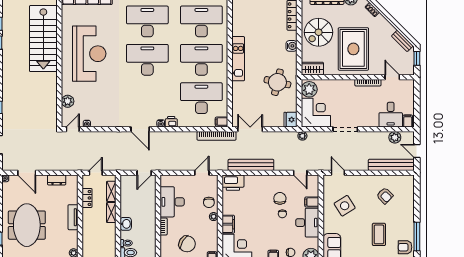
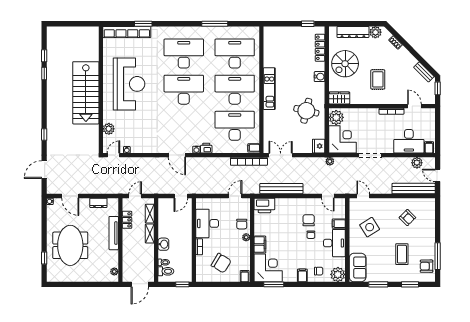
stairs: (43, 39) -> (86, 93), moved
rug: (353, 49) -> (378, 79), width x0.54, depth x0.49
desk: (391, 115) -> (409, 141), width x1.37
tv unit: (73, 217) -> (114, 233), width x1.41

